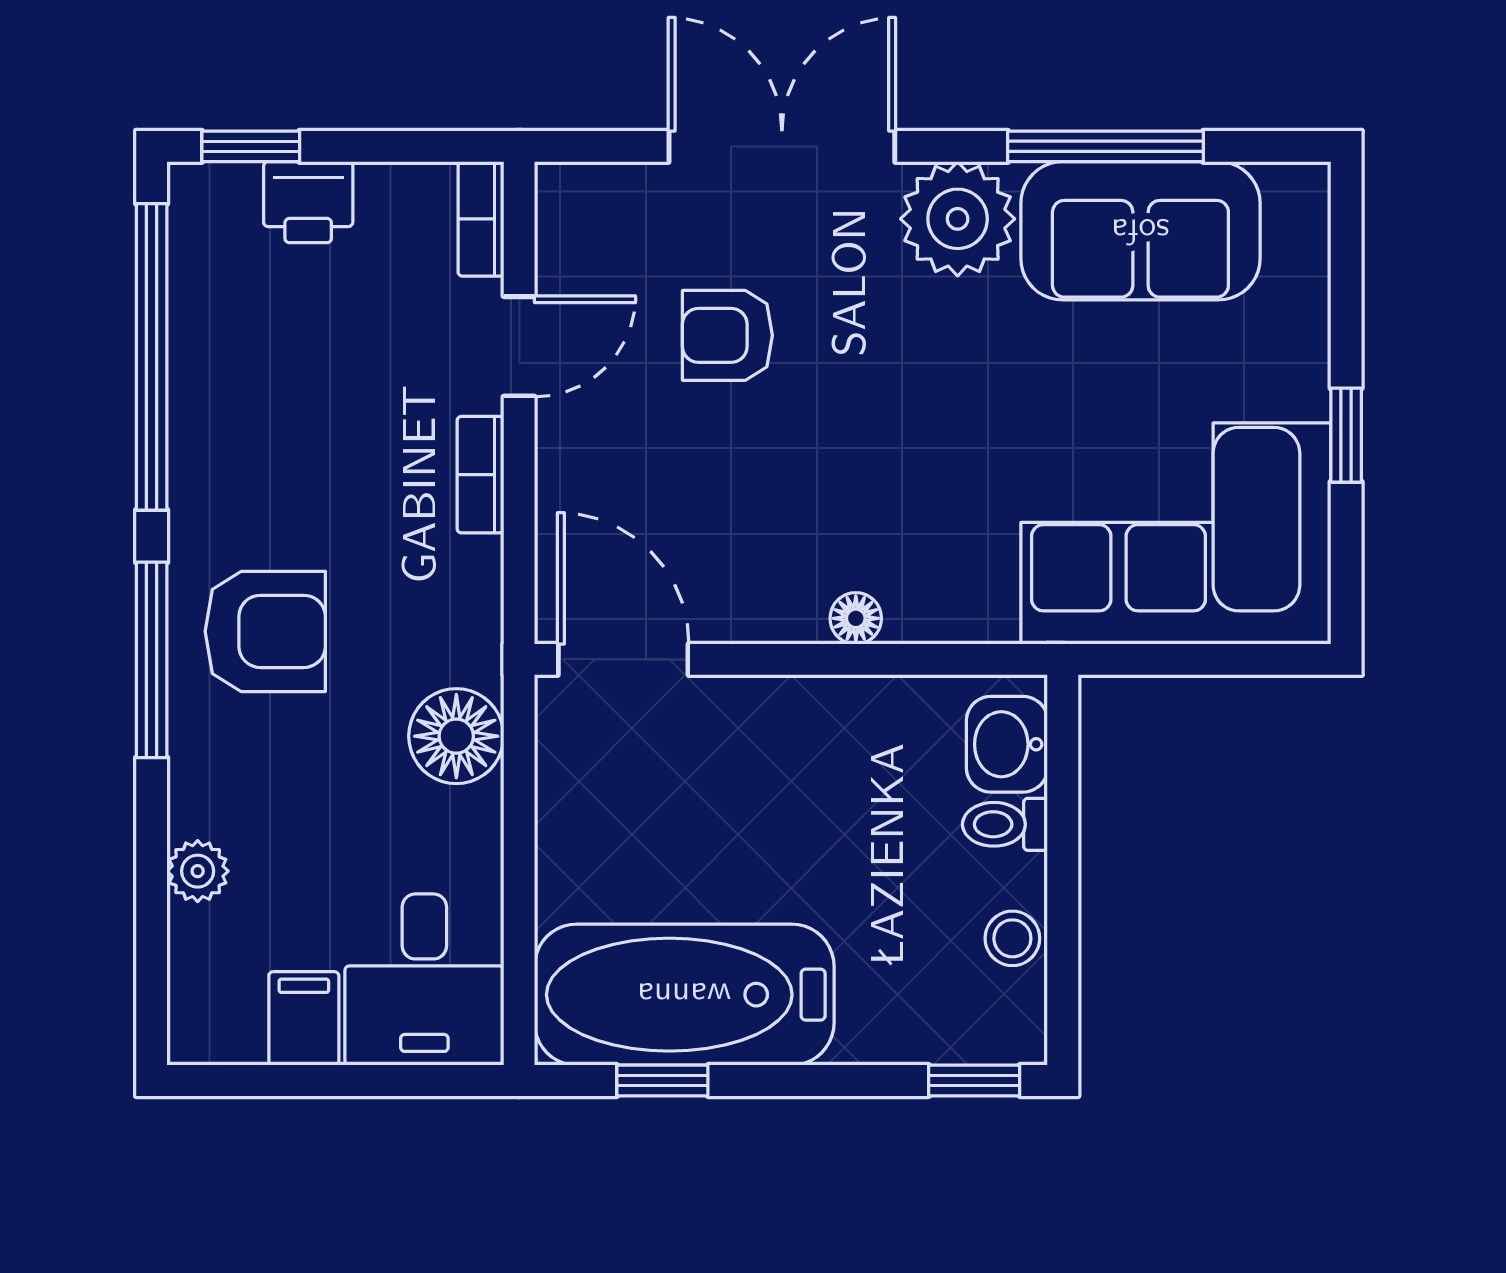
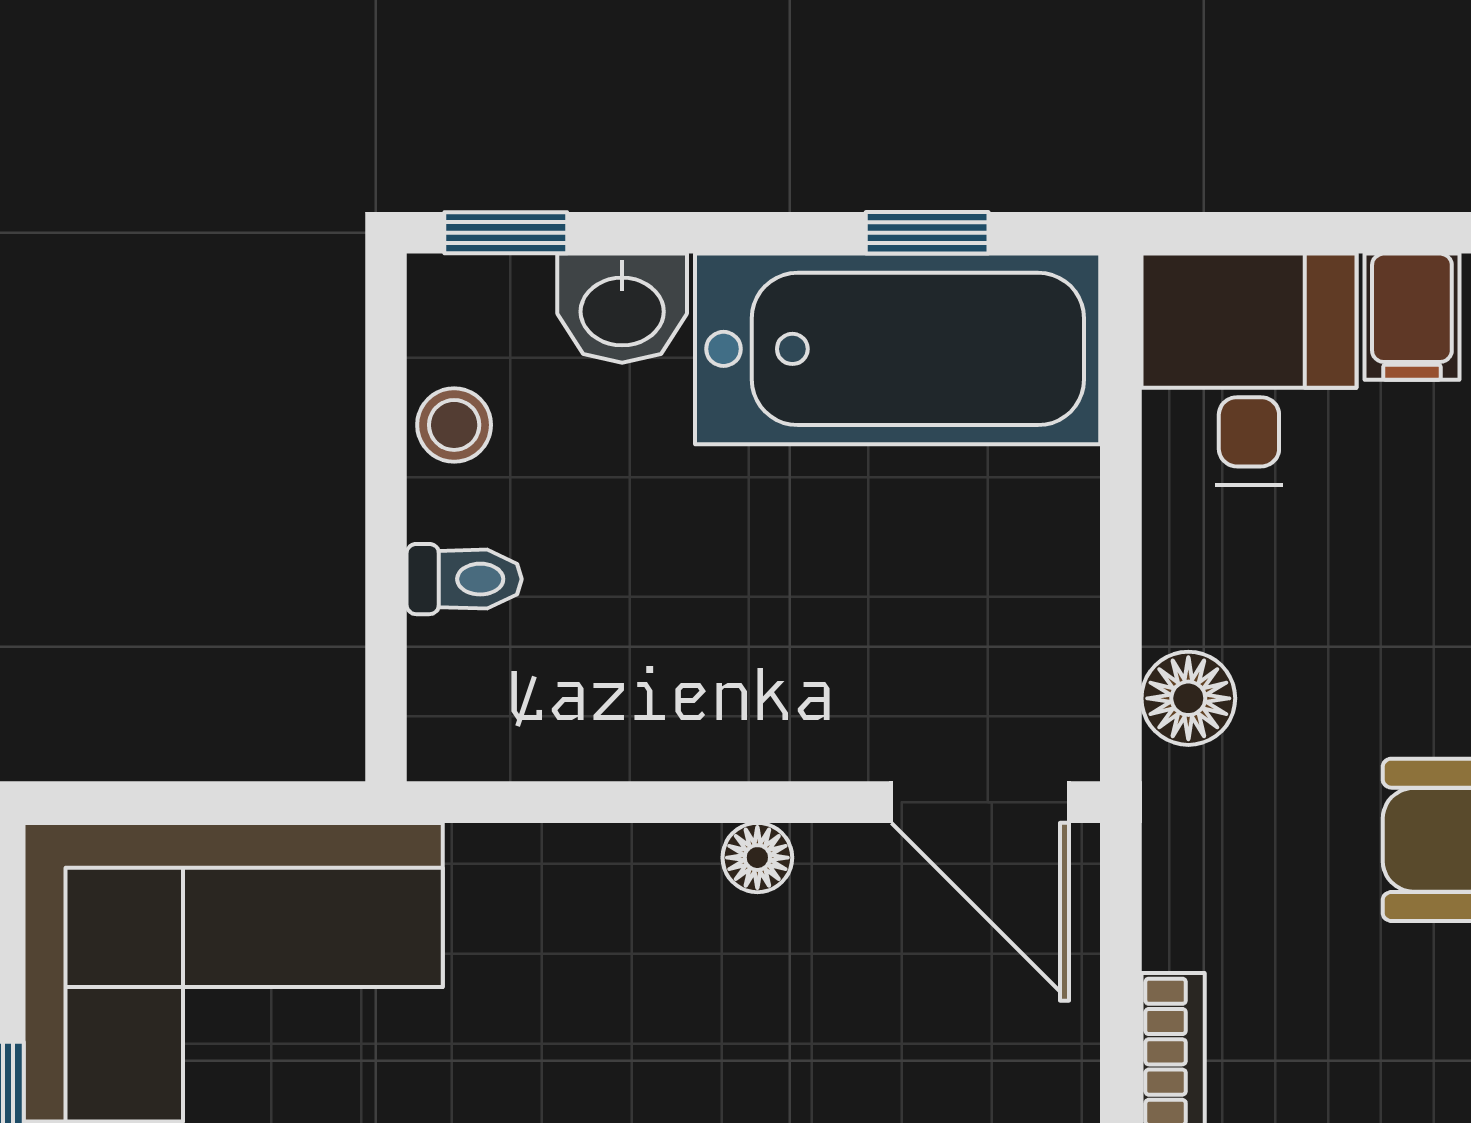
floor lamp: (856, 618) -> (757, 858), moved
floor lamp: (456, 736) -> (1188, 698), width x0.73, depth x0.73
washbasin: (1007, 744) -> (622, 308), moved, turned 90

